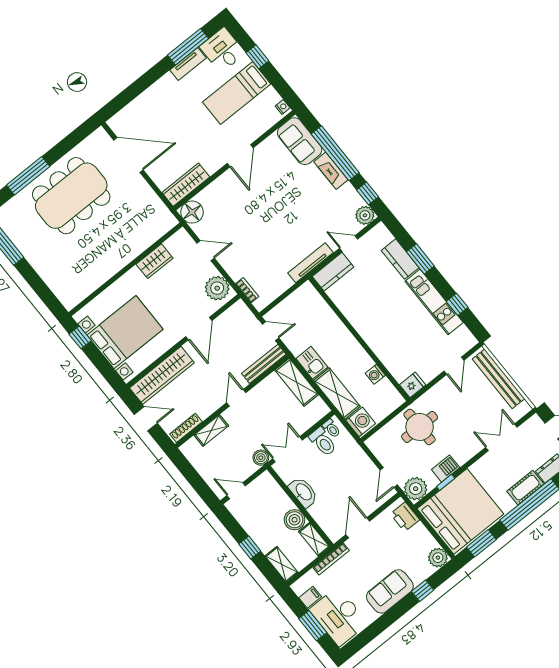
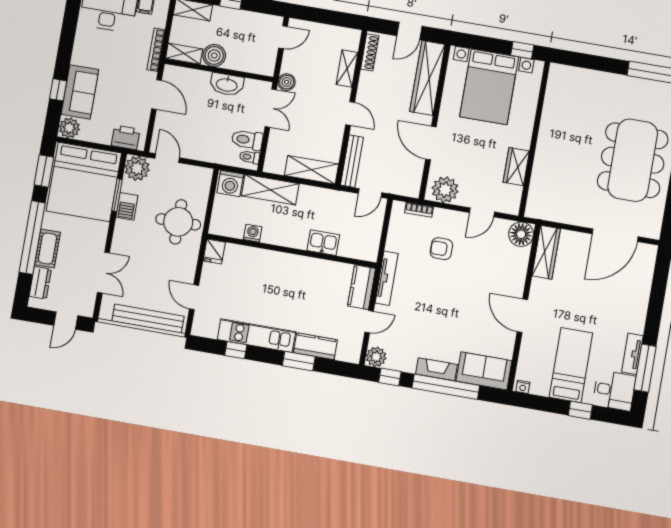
armchair: (255, 250) -> (441, 249), added
kitchen sink: (312, 363) -> (323, 243), moved, turned 180
window: (446, 482) -> (117, 195), width x1.50
sofa: (390, 591) -> (80, 92), moved

